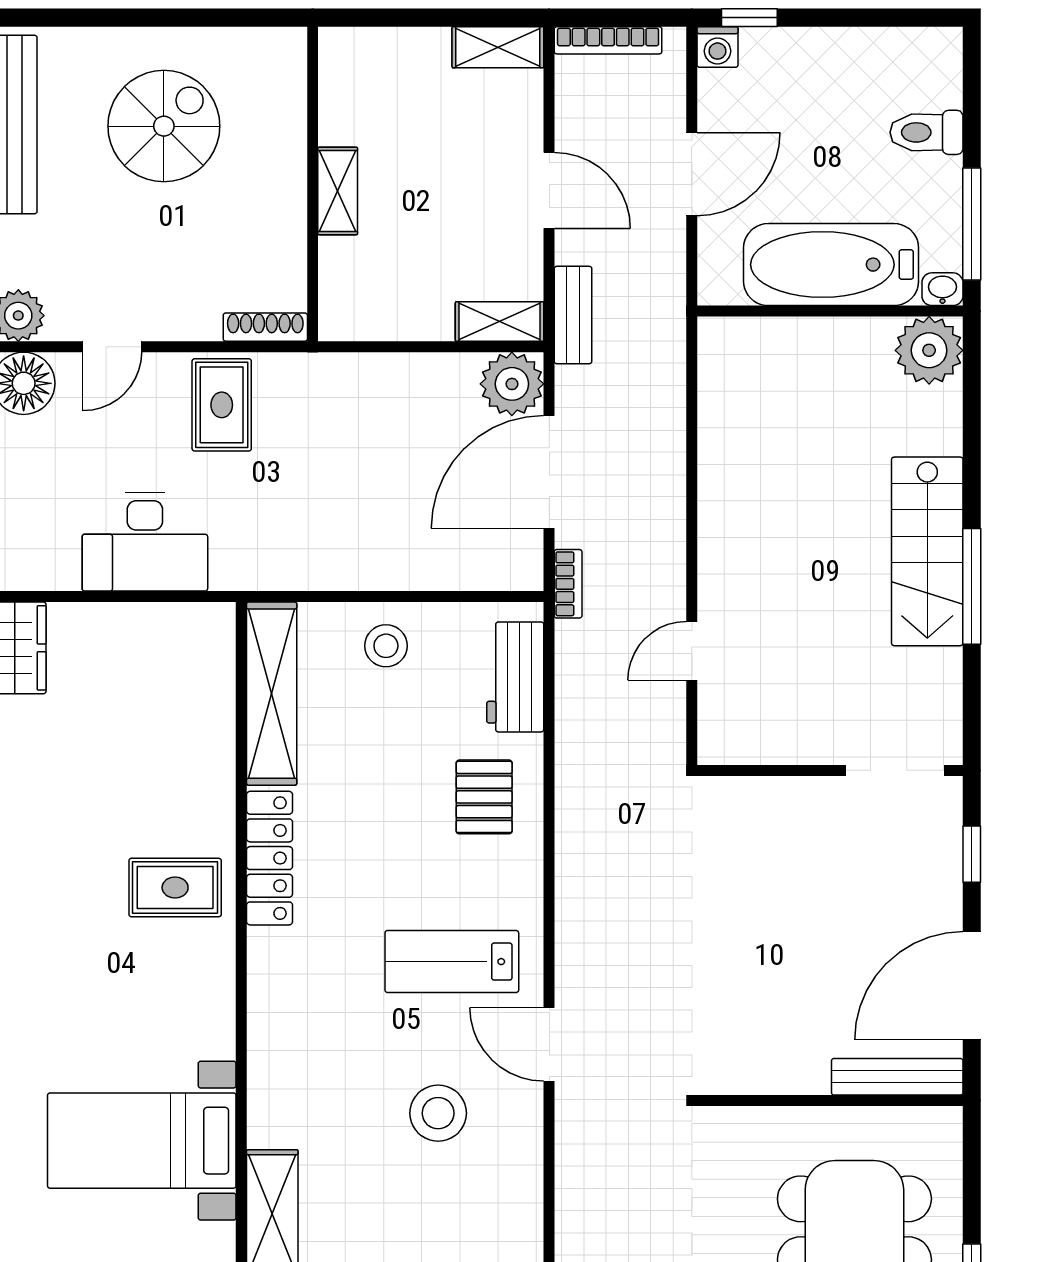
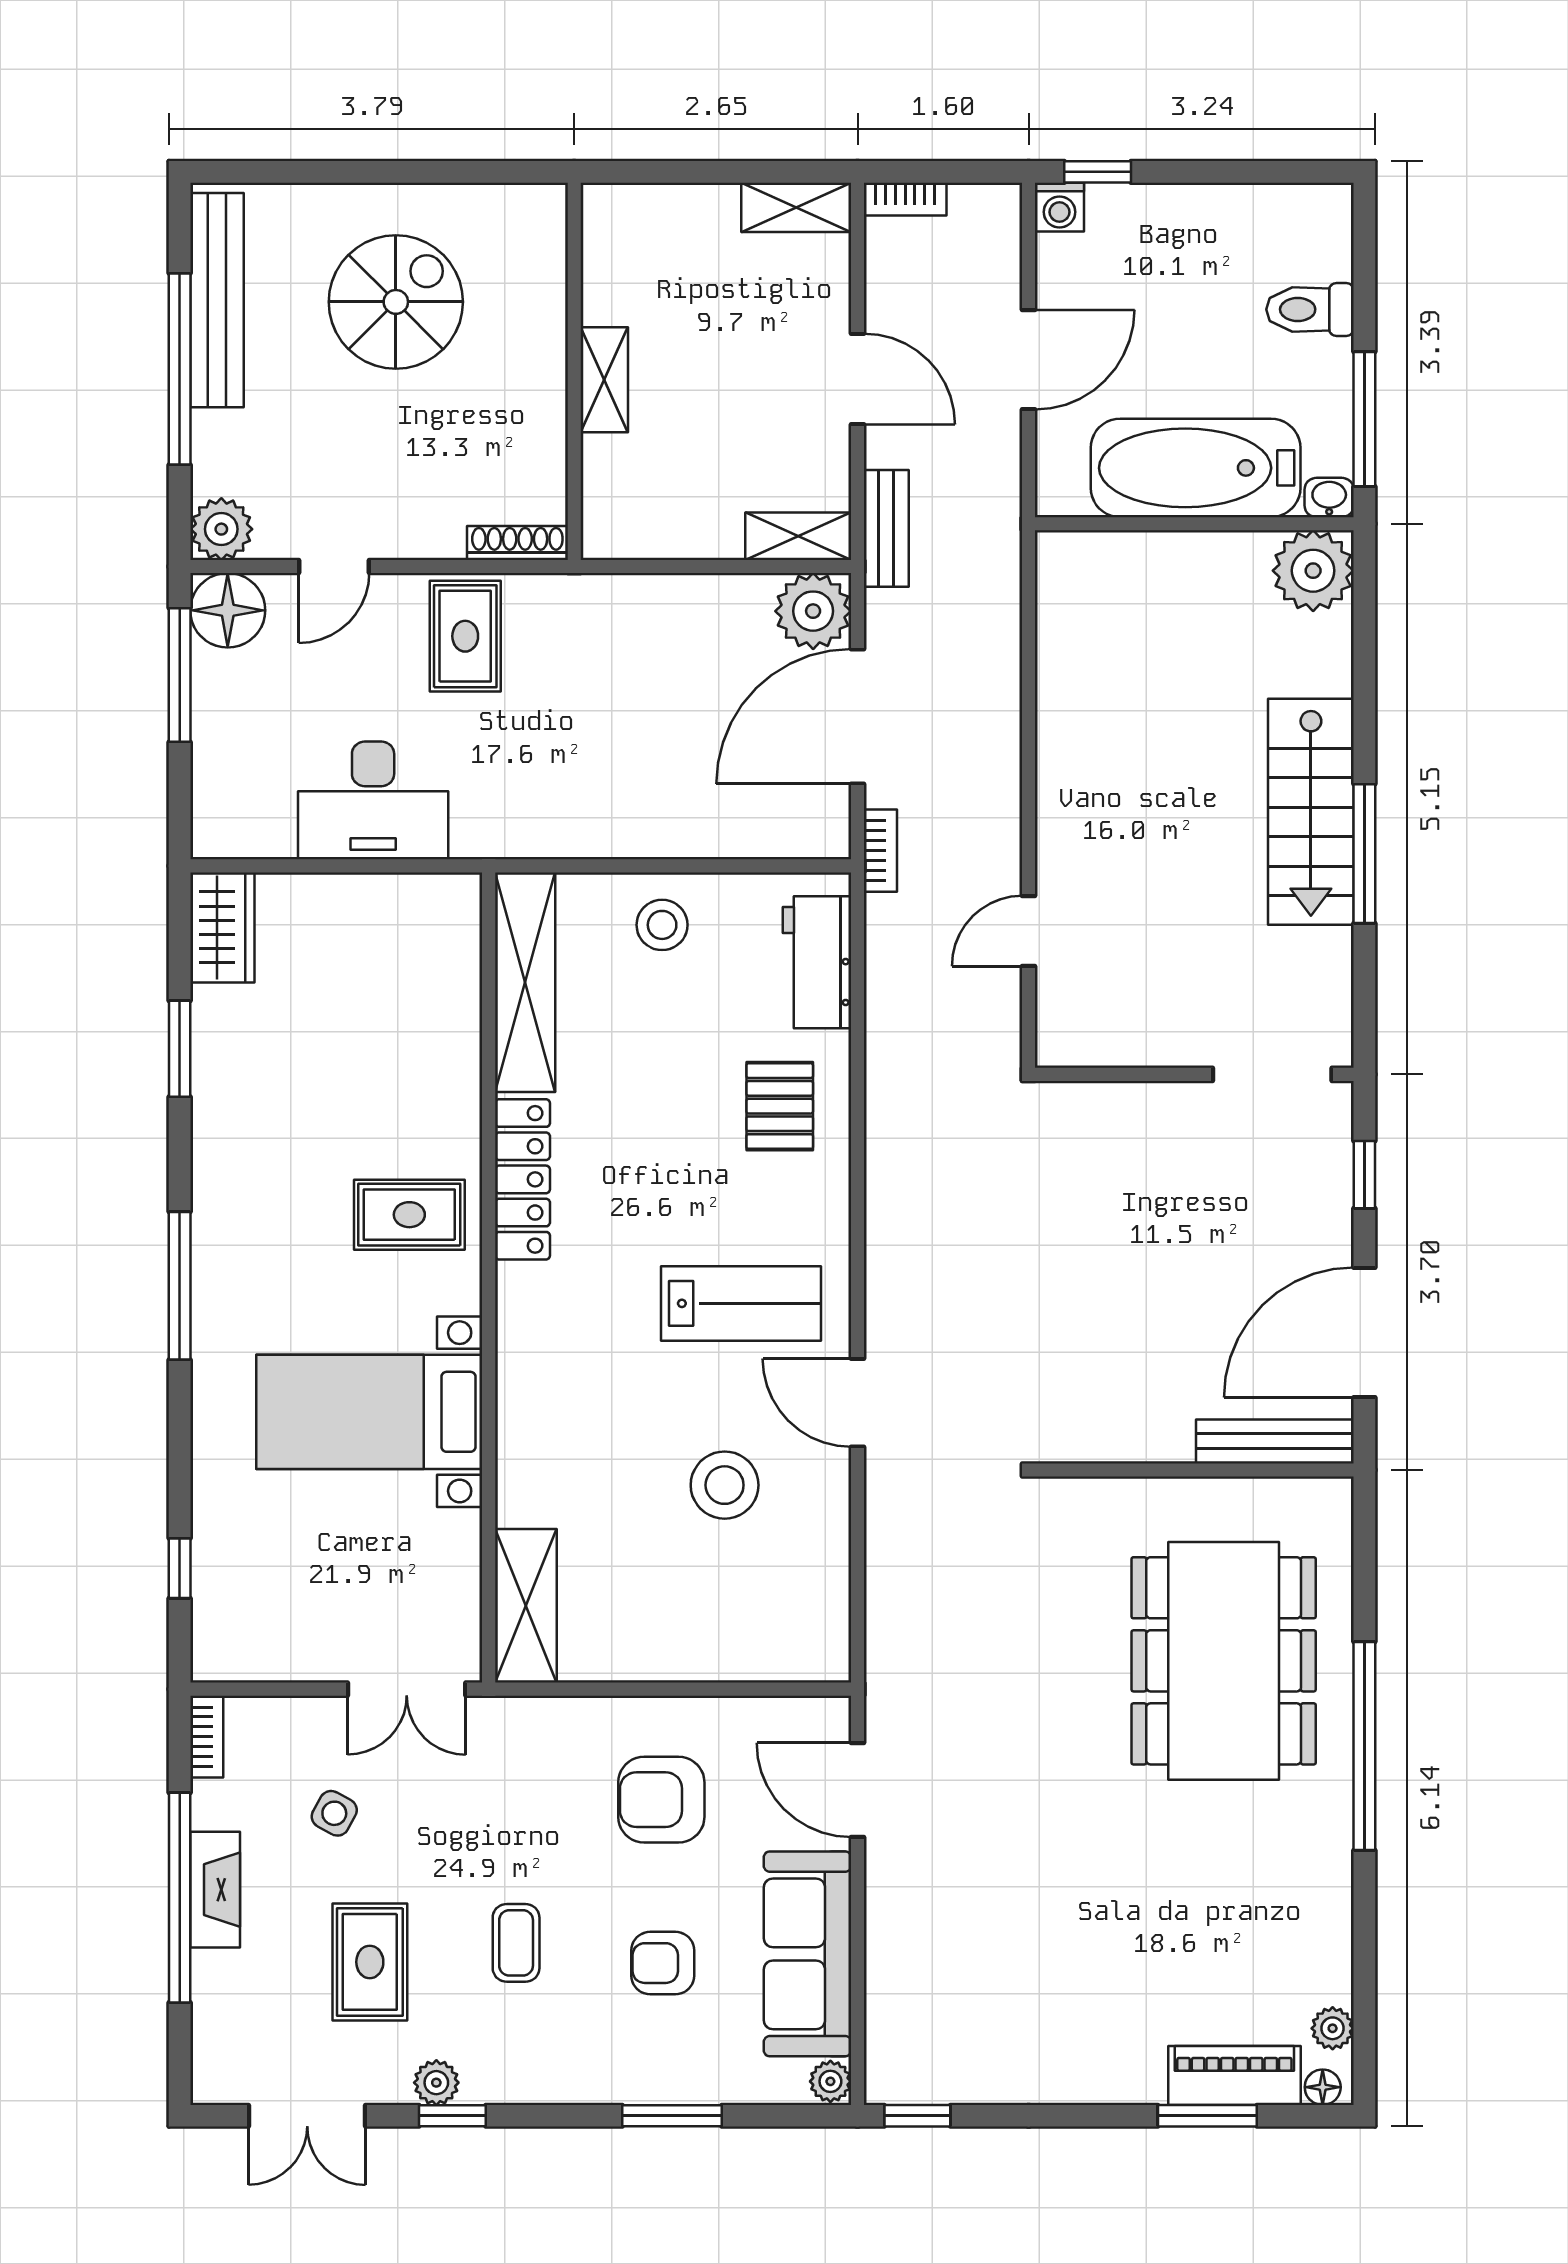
bookcase: (608, 40) -> (905, 199), width x0.64
lab bench: (452, 962) -> (741, 1303), turned 180
bed with nightstands: (142, 1141) -> (369, 1412), moved

